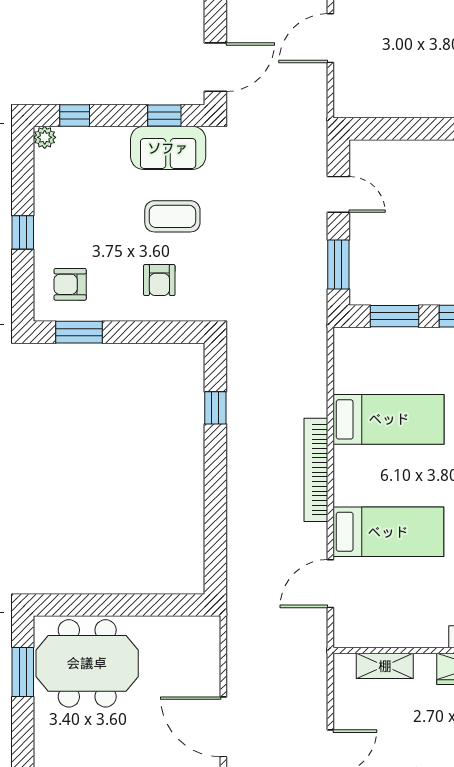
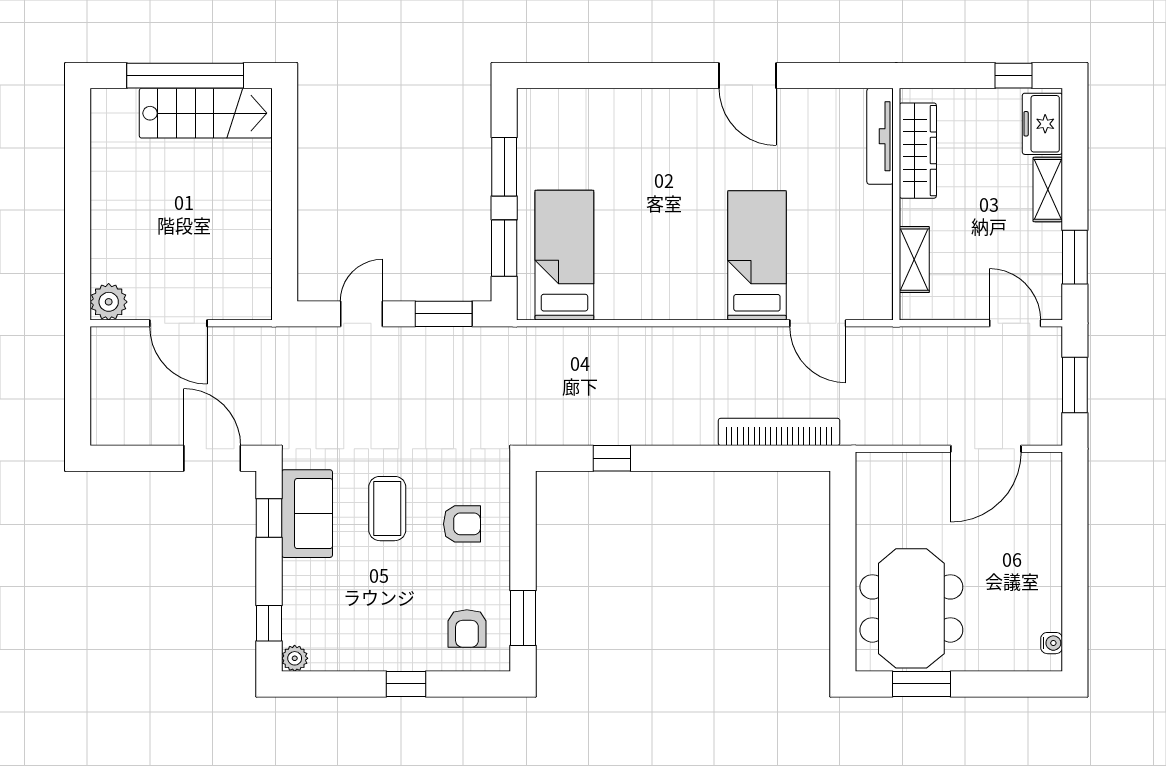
bed: (389, 419) -> (564, 255), moved
bookcase: (316, 470) -> (779, 432), moved, turned 180

